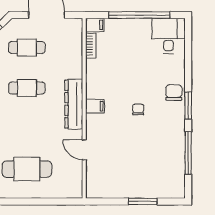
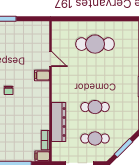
dresser: (74, 104) -> (59, 122), moved
filing cabinet: (95, 106) -> (42, 75), moved

